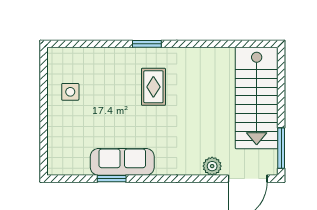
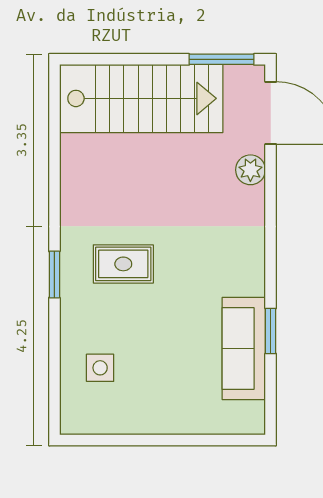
side table: (70, 92) -> (100, 368), moved
sofa: (122, 162) -> (244, 349), moved

